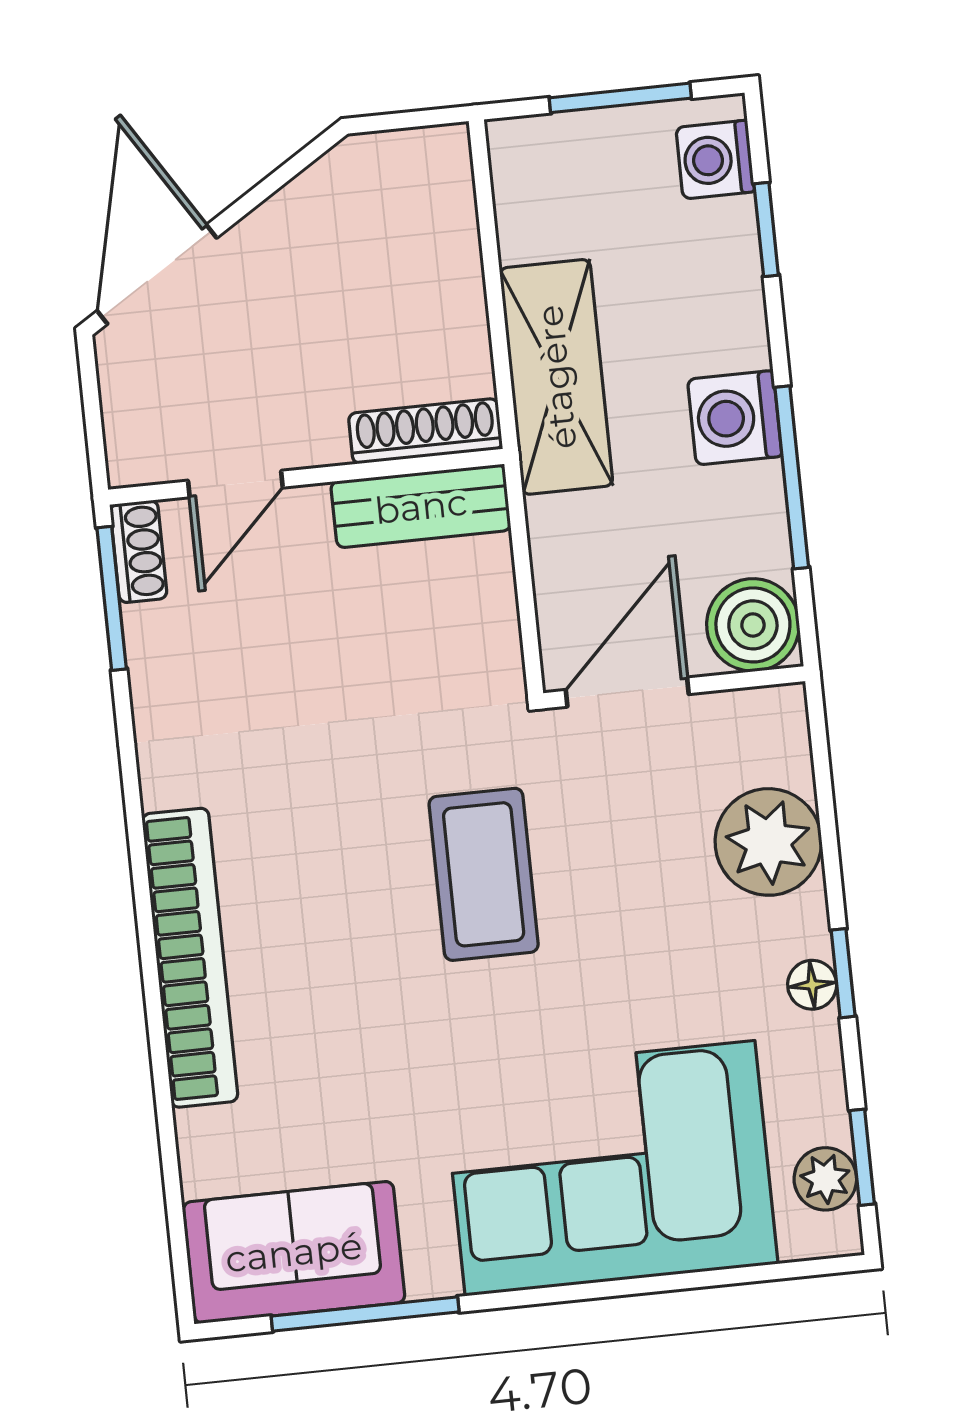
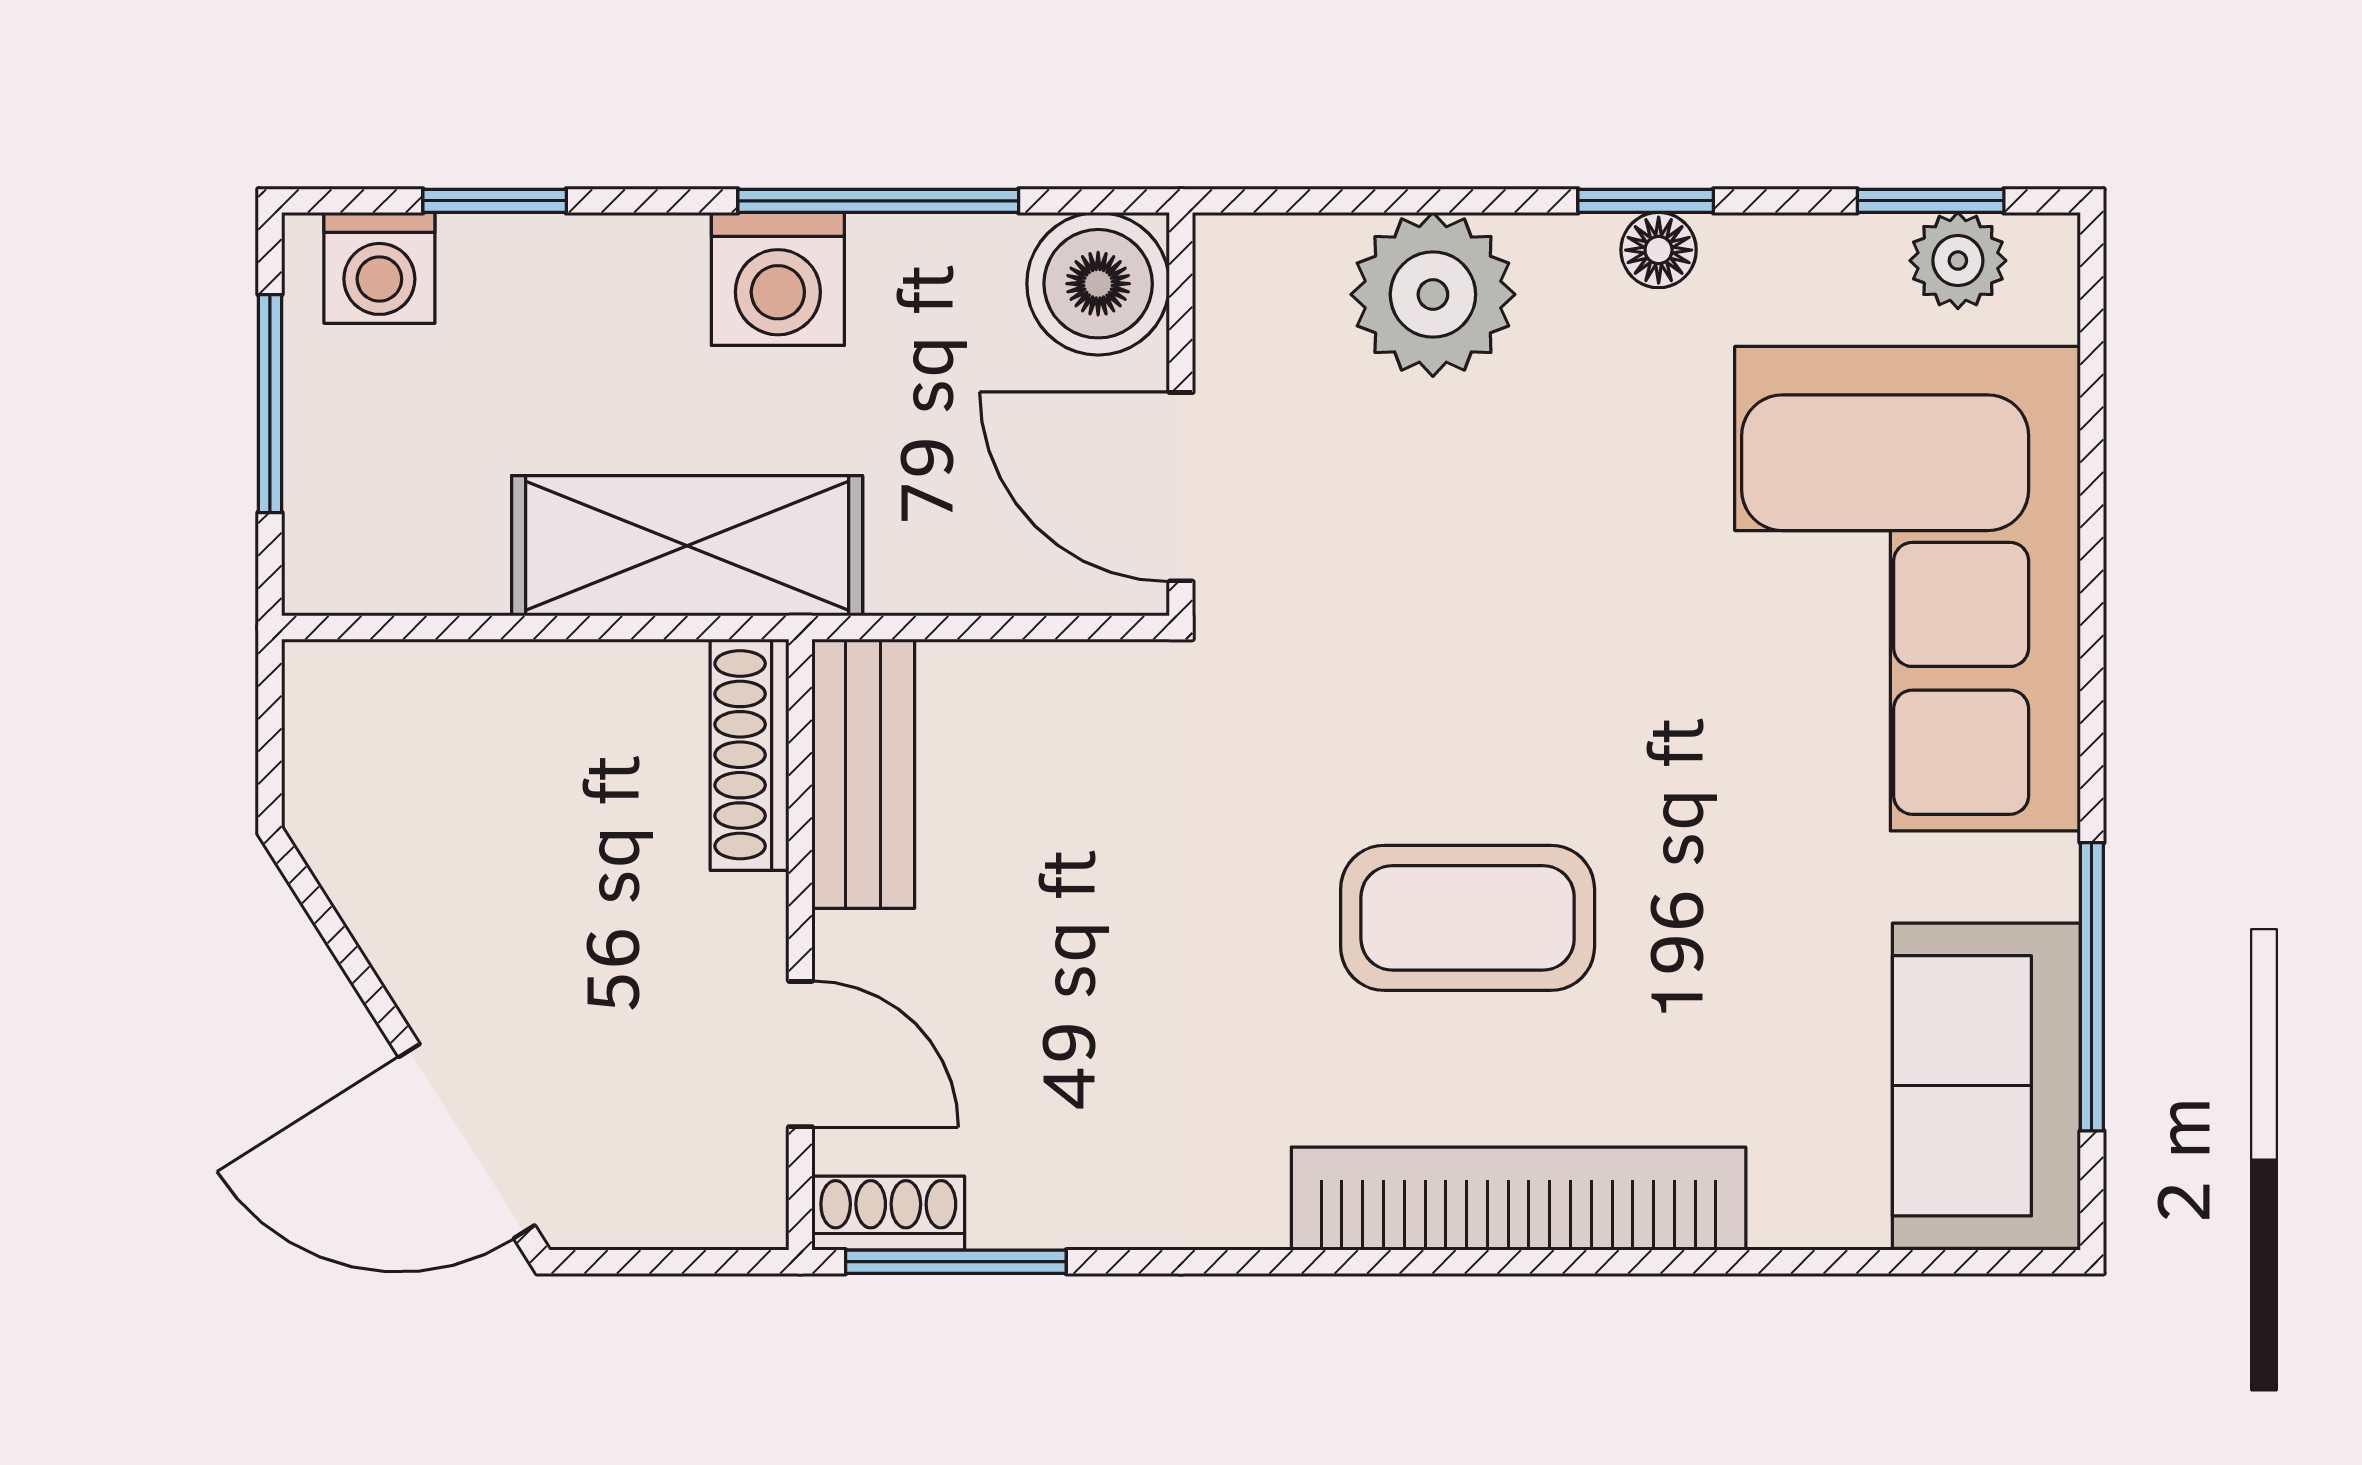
coffee table: (484, 874) -> (1468, 918), moved

